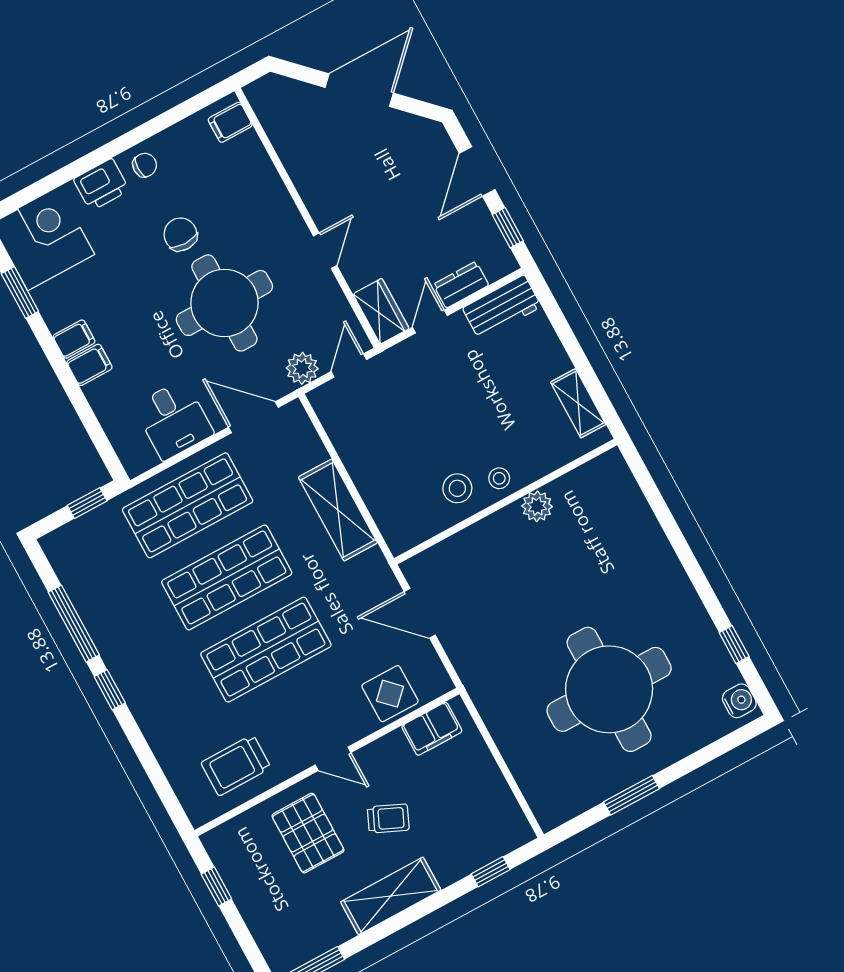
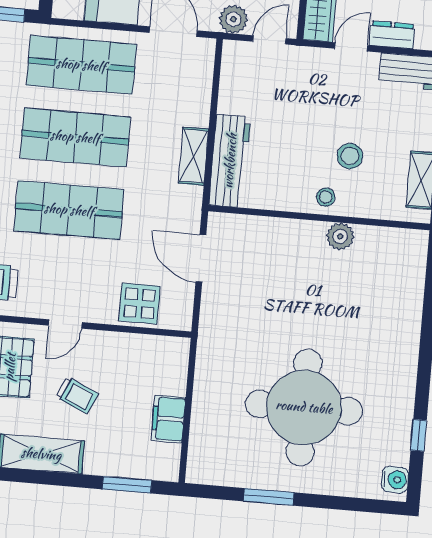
stool: (457, 488) -> (350, 156), moved
workbench: (386, 504) -> (230, 161), added
shelving: (338, 510) -> (194, 156), width x0.67, depth x0.75
filing cabinet: (432, 729) -> (169, 419), moved, turned 90
door: (333, 759) -> (65, 324), hinge flipped
window: (491, 872) -> (127, 485), width x1.50

